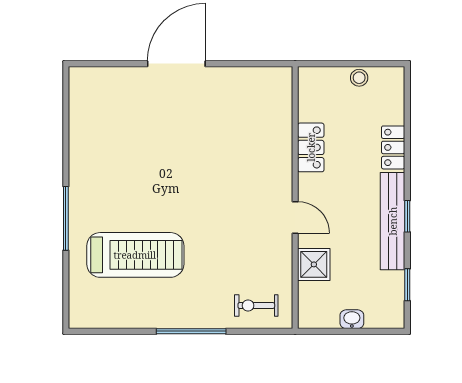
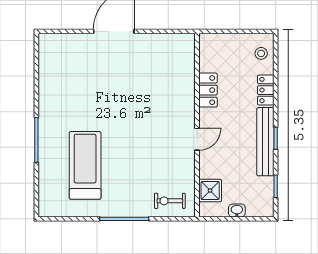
stool: (359, 78) -> (261, 53), moved
door: (295, 217) -> (197, 139), hinge flipped
treadmill: (135, 255) -> (85, 165), turned -90
shower: (314, 264) -> (210, 190), moved

